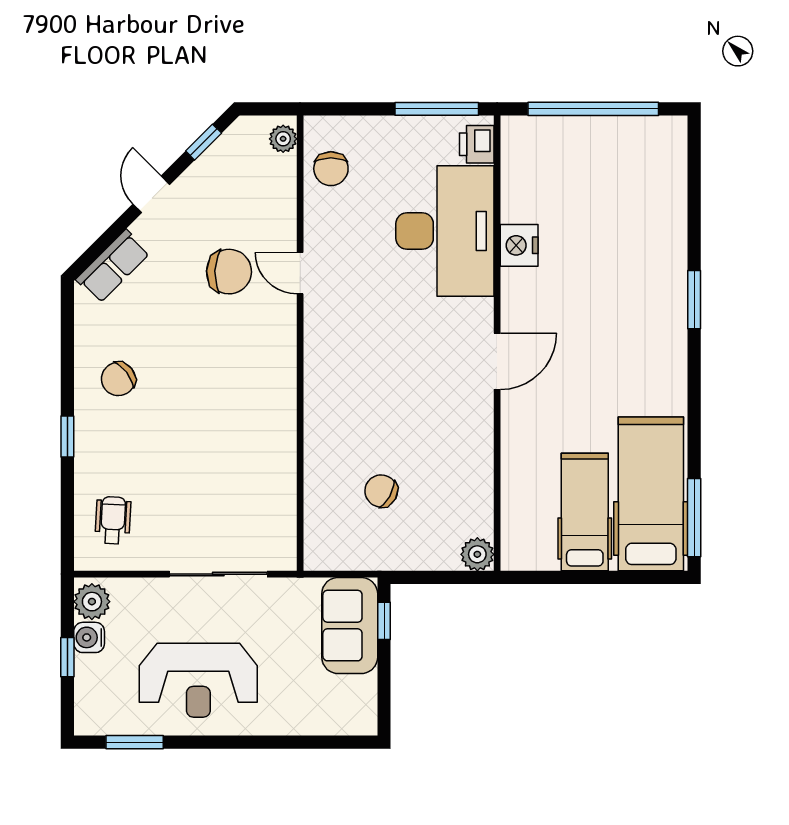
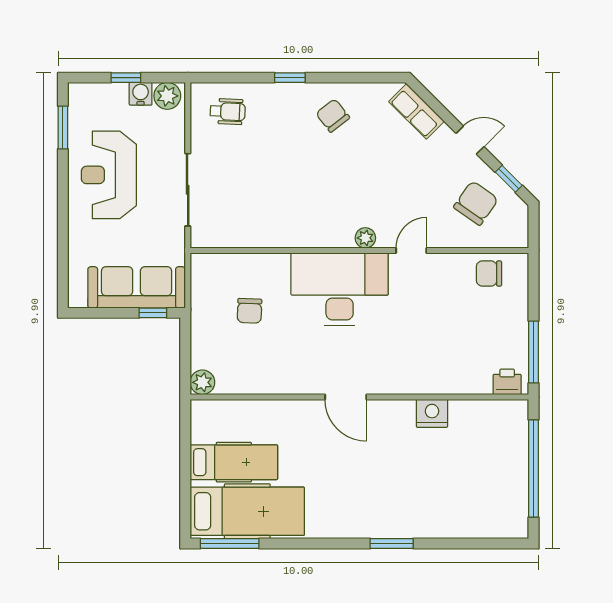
plant: (283, 139) -> (365, 238), moved
desk: (445, 231) -> (340, 289), moved, turned 180
chair: (229, 272) -> (476, 203), moved, turned -147
chair: (381, 491) -> (249, 311), turned 153
sofa: (350, 626) -> (137, 287), width x1.36

